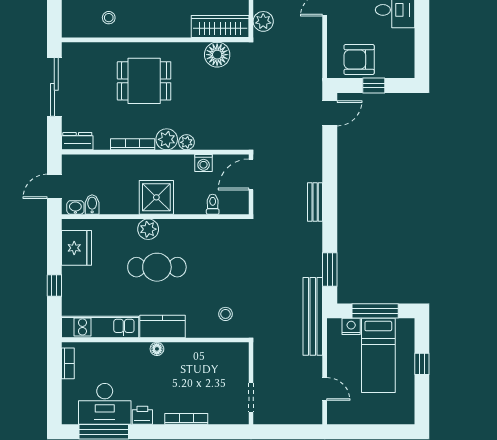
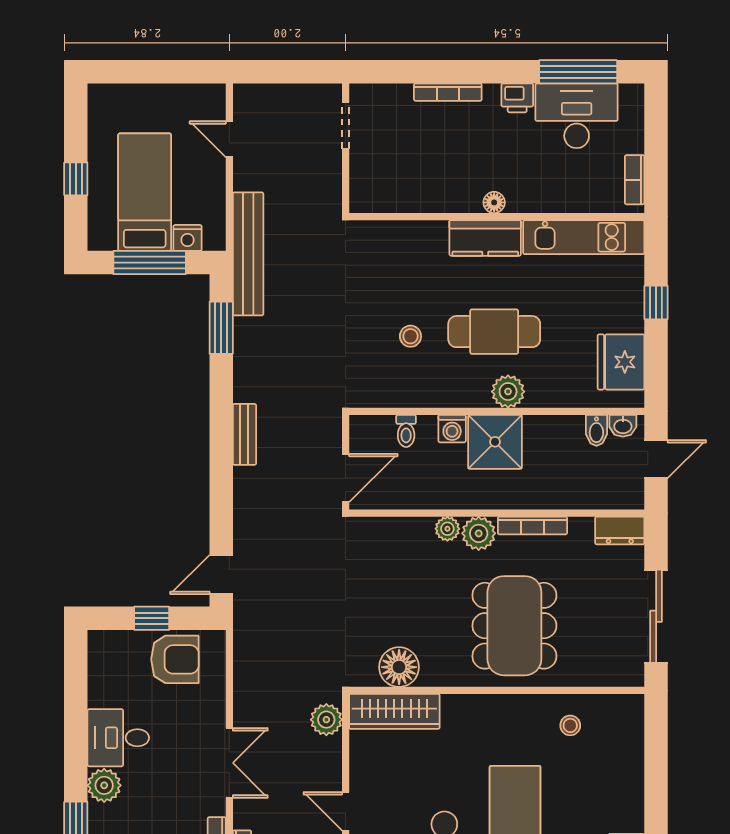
dining table: (144, 81) -> (514, 626), width x1.37
washing machine: (204, 163) -> (452, 429), moved, turned 180
stool: (225, 314) -> (410, 336), moved

